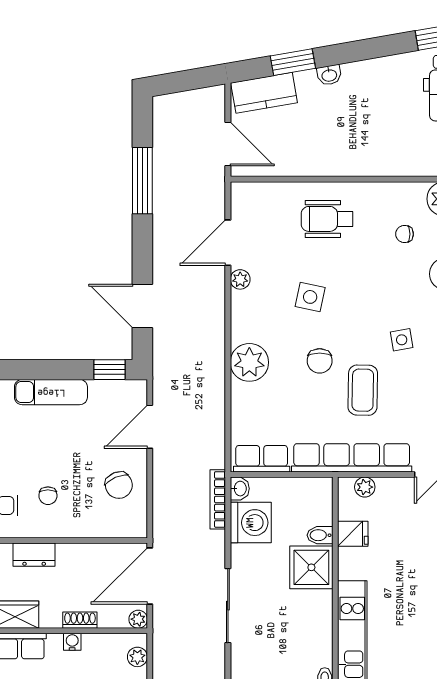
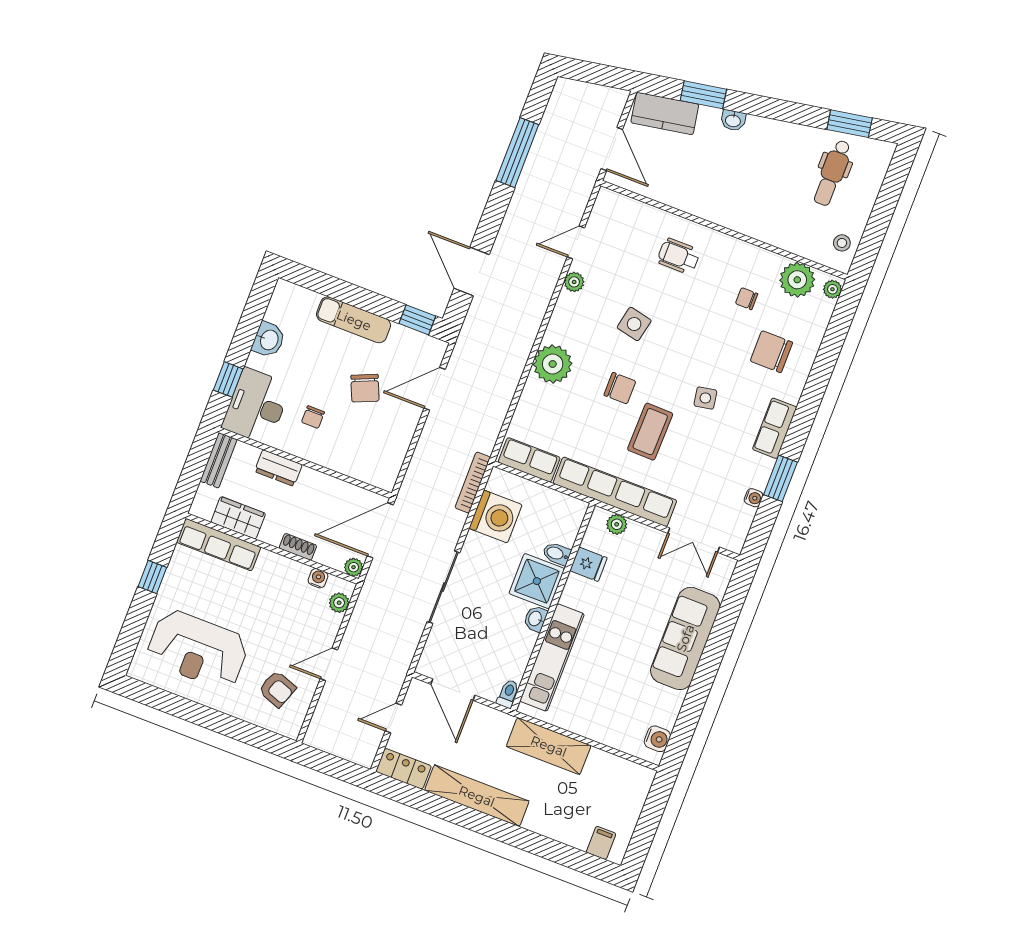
wheelchair: (327, 219) -> (679, 256), width x0.73, depth x0.73
door: (228, 243) -> (576, 242), width x0.73
chair: (320, 361) -> (620, 388), turned -90
chair: (119, 485) -> (365, 388), moved
washbasin: (240, 489) -> (535, 619), moved, turned 180
water cooler: (72, 642) -> (318, 578), moved

